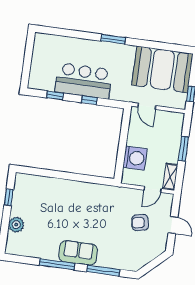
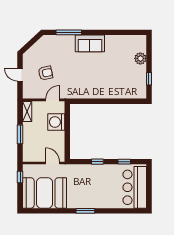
bar counter: (84, 81) -> (135, 187), moved, turned 90
door: (153, 189) -> (53, 100), moved
window: (57, 264) -> (105, 32), removed

